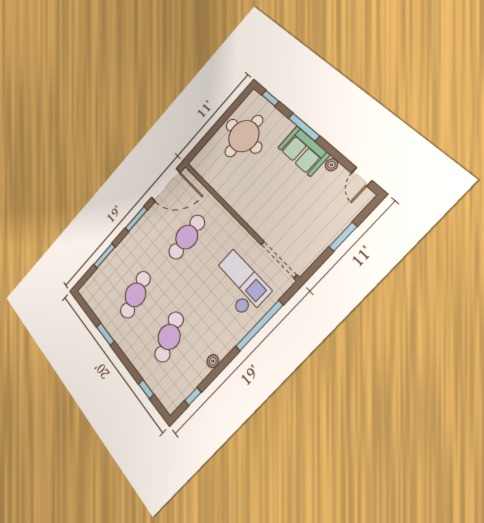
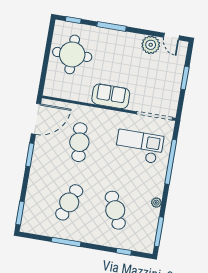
sofa: (304, 151) -> (111, 96), moved, turned 180
plant: (332, 165) -> (151, 45), width x1.87, depth x1.87
window: (104, 256) -> (20, 213), moved
cafe table: (135, 295) -> (69, 202), turned 39
window: (105, 334) -> (66, 242), width x1.44
window: (193, 396) -> (159, 232), width x2.17

